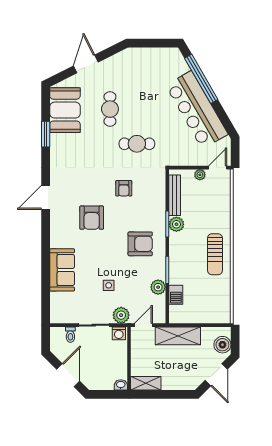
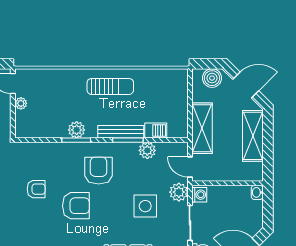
bench: (175, 195) -> (121, 132), moved
armchair: (92, 218) -> (76, 206), moved
side table: (109, 285) -> (145, 206), width x1.87, depth x1.87
shelving: (146, 383) -> (253, 136), moved, width x1.50, depth x1.33

